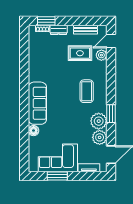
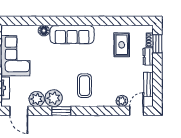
door: (111, 41) -> (137, 111), hinge flipped
rug: (80, 53) -> (122, 45), moved
coffee table: (87, 91) -> (85, 86), turned 90

